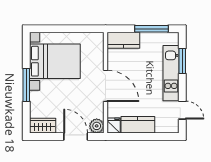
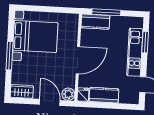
window: (151, 29) -> (106, 12), moved
door: (106, 86) -> (78, 60), hinge flipped

